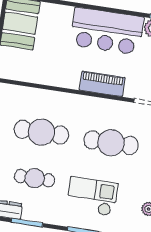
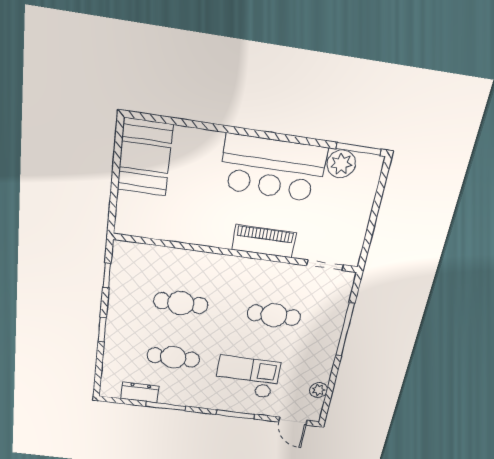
cafe table: (41, 132) -> (181, 303), width x0.73, depth x0.74
cafe table: (111, 143) -> (274, 315), width x0.73, depth x0.74

